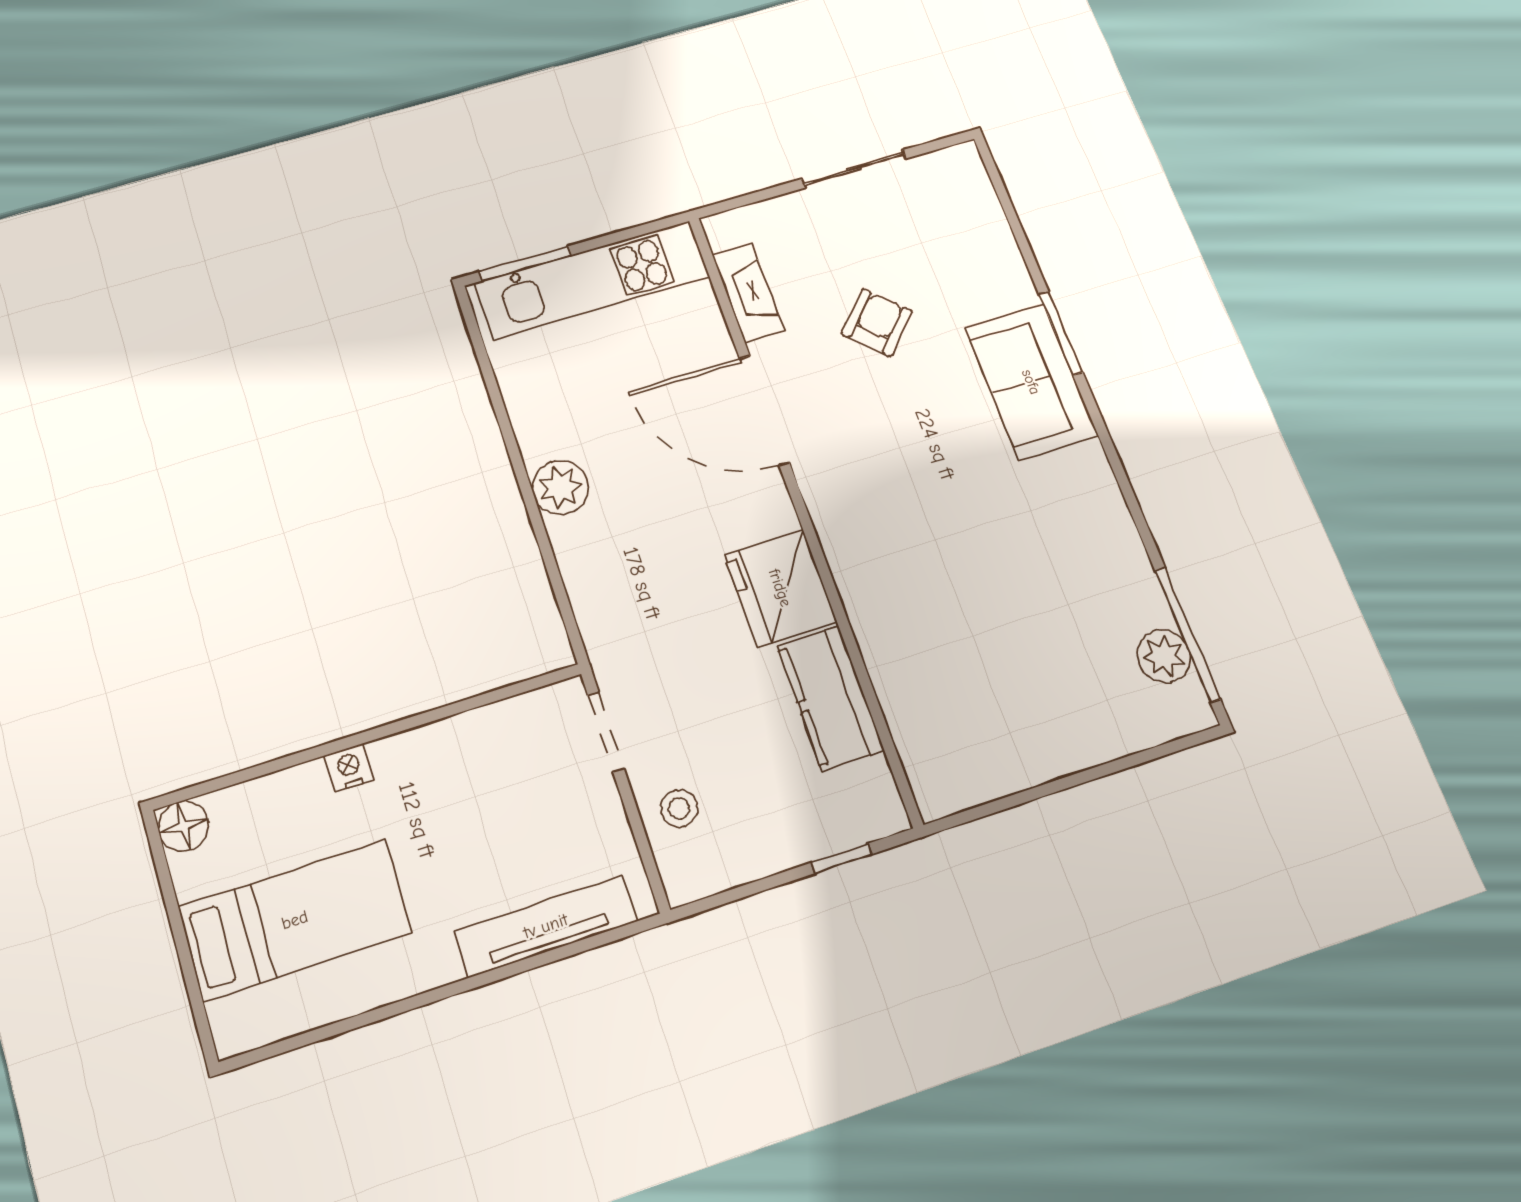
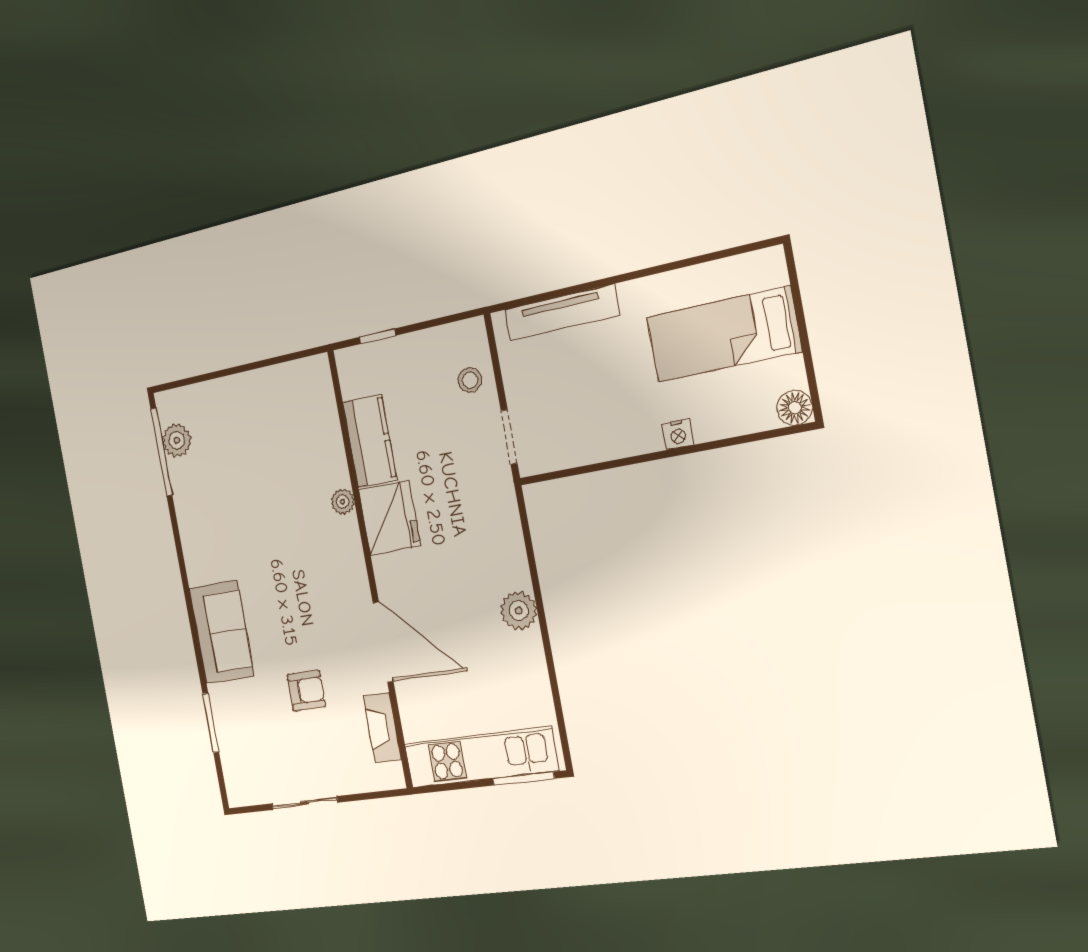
armchair: (877, 322) -> (306, 690), turned -134
window: (1061, 333) -> (211, 723), moved
plant: (861, 601) -> (343, 502), added

